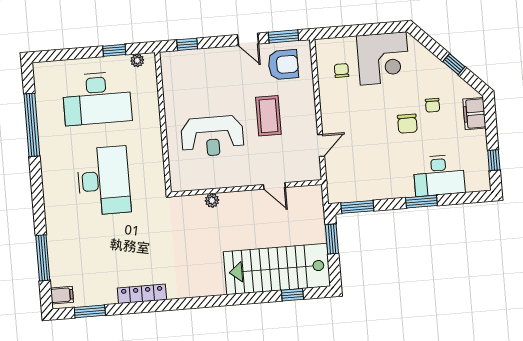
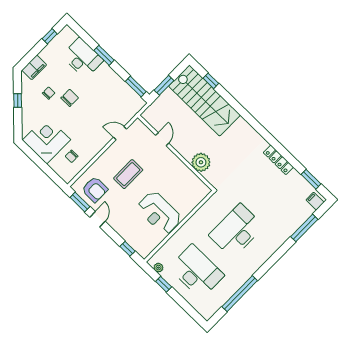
armchair: (283, 65) -> (95, 189), turned 180
reception desk: (212, 136) -> (159, 213), moved, turned 180
plant: (212, 200) -> (201, 162), width x1.87, depth x1.87

